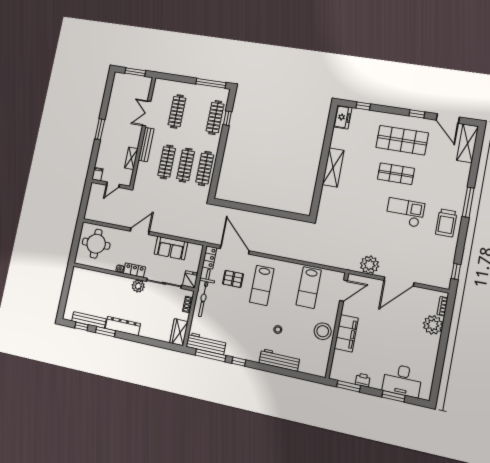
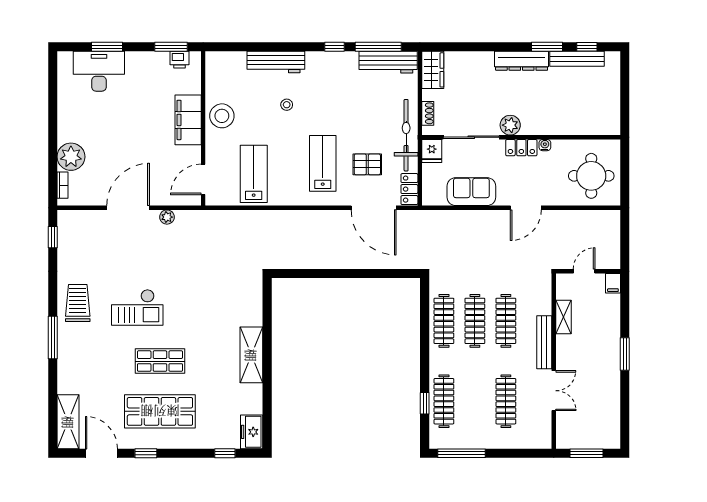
plant: (370, 265) -> (167, 217), width x0.53, depth x0.53
printer: (363, 380) -> (180, 60), moved

